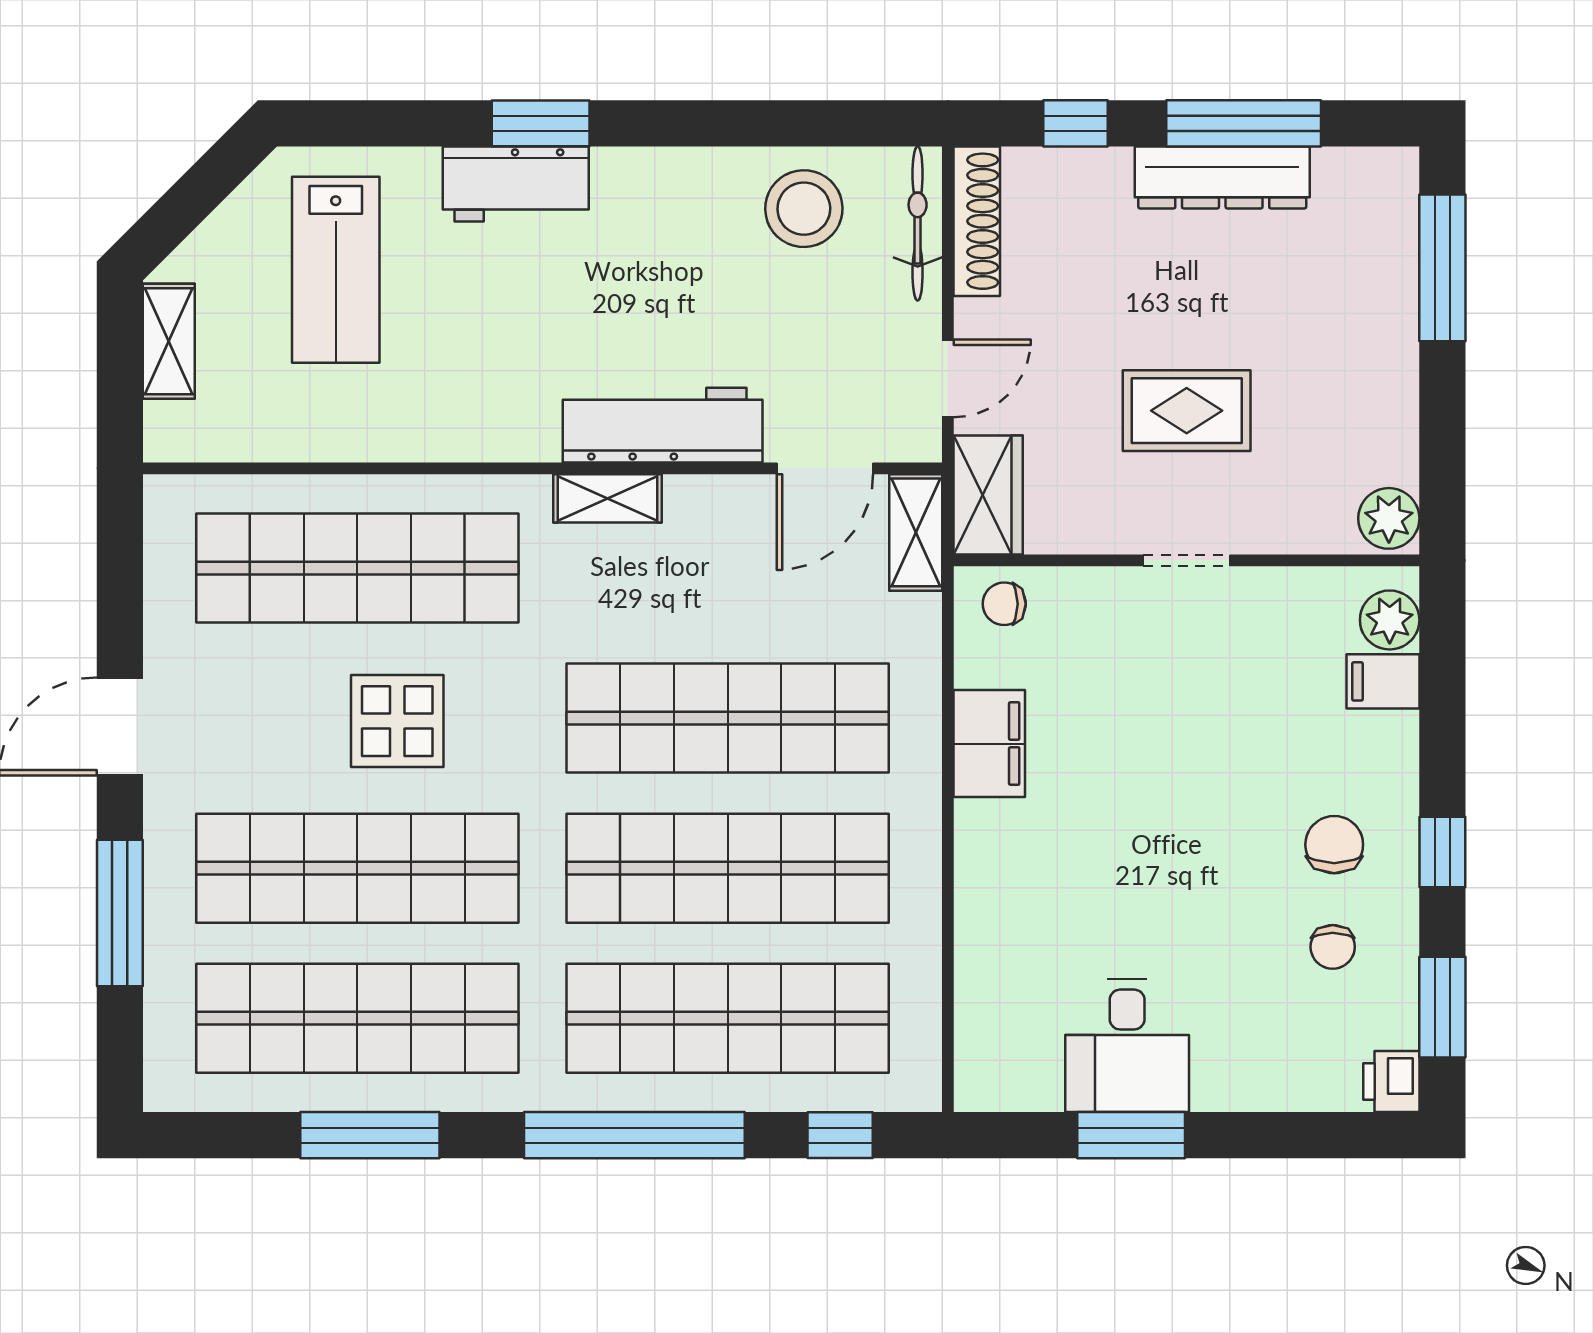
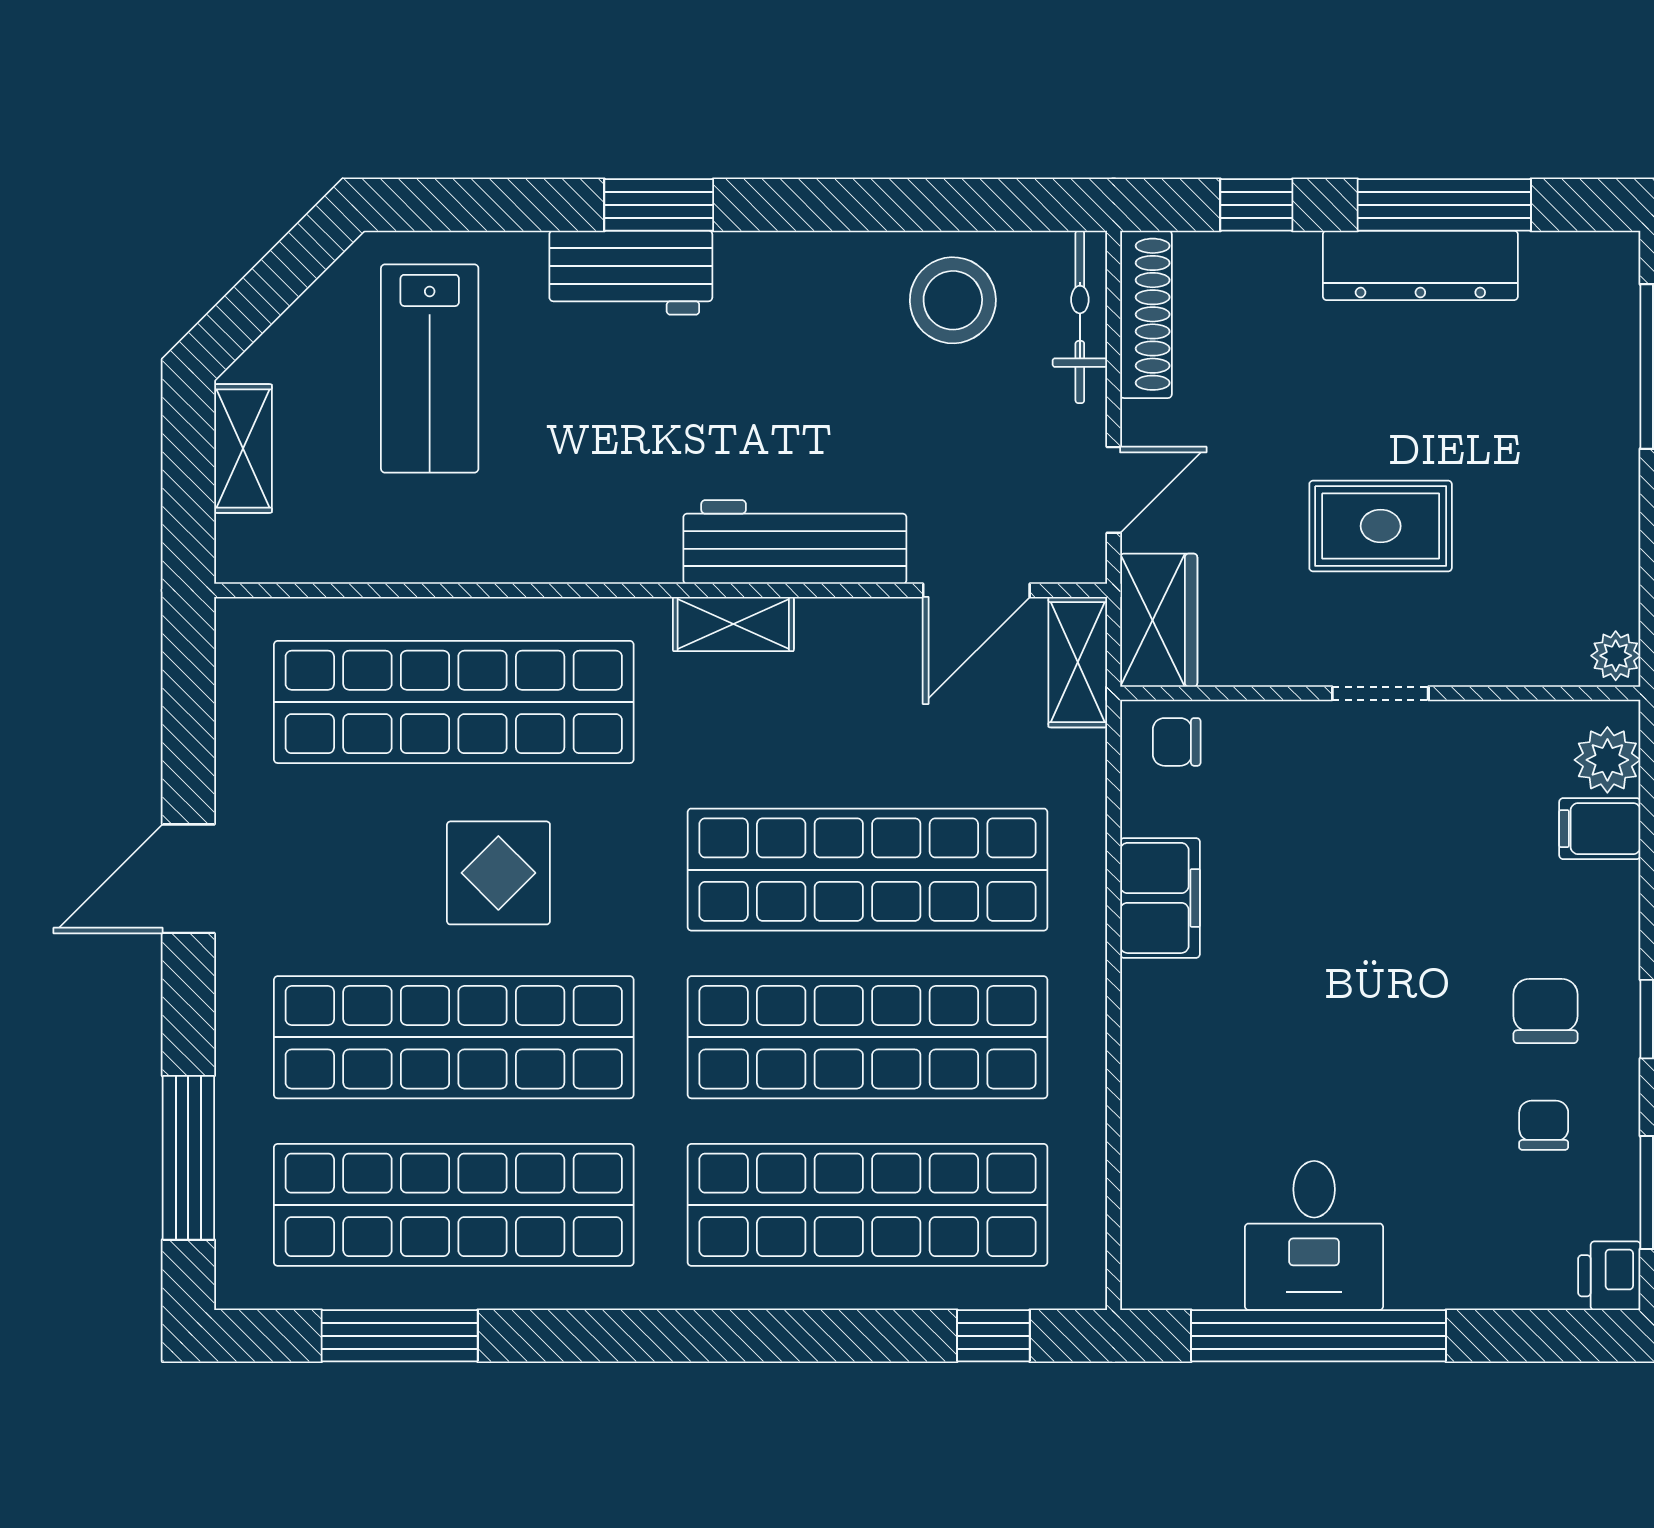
plant: (1389, 518) -> (1616, 656), width x0.73, depth x0.73
window: (120, 913) -> (188, 1158), moved
chair: (1333, 947) -> (1544, 1125), turned 180
window: (370, 1135) -> (400, 1336), moved
window: (634, 1135) -> (763, 1336), removed
window: (1131, 1135) -> (1318, 1336), width x2.11

